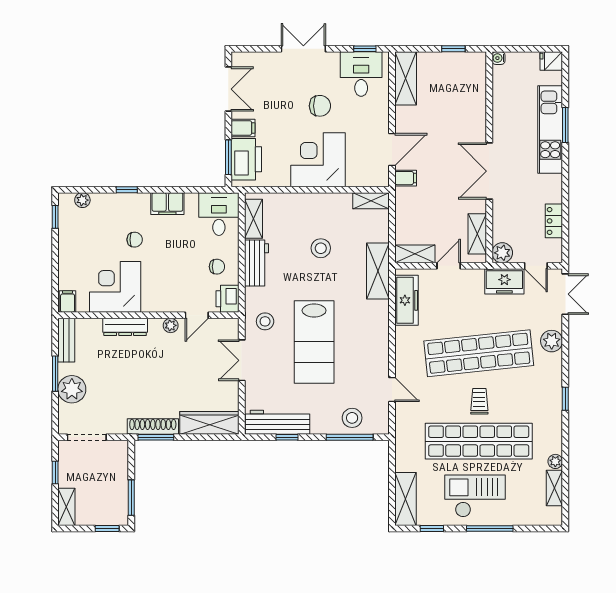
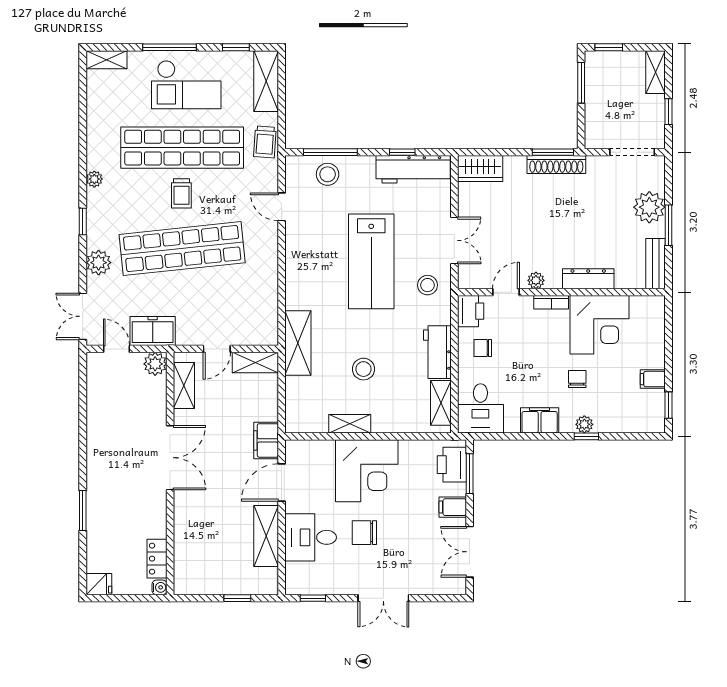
window: (453, 49) -> (237, 598), moved
desk: (361, 74) -> (311, 537), moved, turned 90
shelving: (406, 78) -> (266, 536), moved
kitchen unit: (550, 130) -> (100, 505), removed
printer: (246, 159) -> (452, 465), width x0.73, depth x0.84
filing cabinet: (406, 178) -> (266, 440), width x2.00
plant: (82, 200) -> (584, 424), moved
shelving: (371, 201) -> (350, 424), moved
locker: (554, 221) -> (157, 559), moved, turned 180
chair: (135, 240) -> (577, 379), turned 90
freezer: (407, 300) -> (265, 309), removed
filing cabinet: (68, 302) -> (653, 379), moved, turned 90
bookcase: (157, 306) -> (551, 302), added
lab bench: (314, 342) -> (371, 261), turned 180
window: (565, 399) -> (83, 222), moved
wardrobe: (209, 423) -> (480, 169), width x0.67
trolley: (407, 446) -> (265, 142), added
plant: (555, 461) -> (94, 179), moved
shelving: (554, 488) -> (106, 60), moved, turned 90

